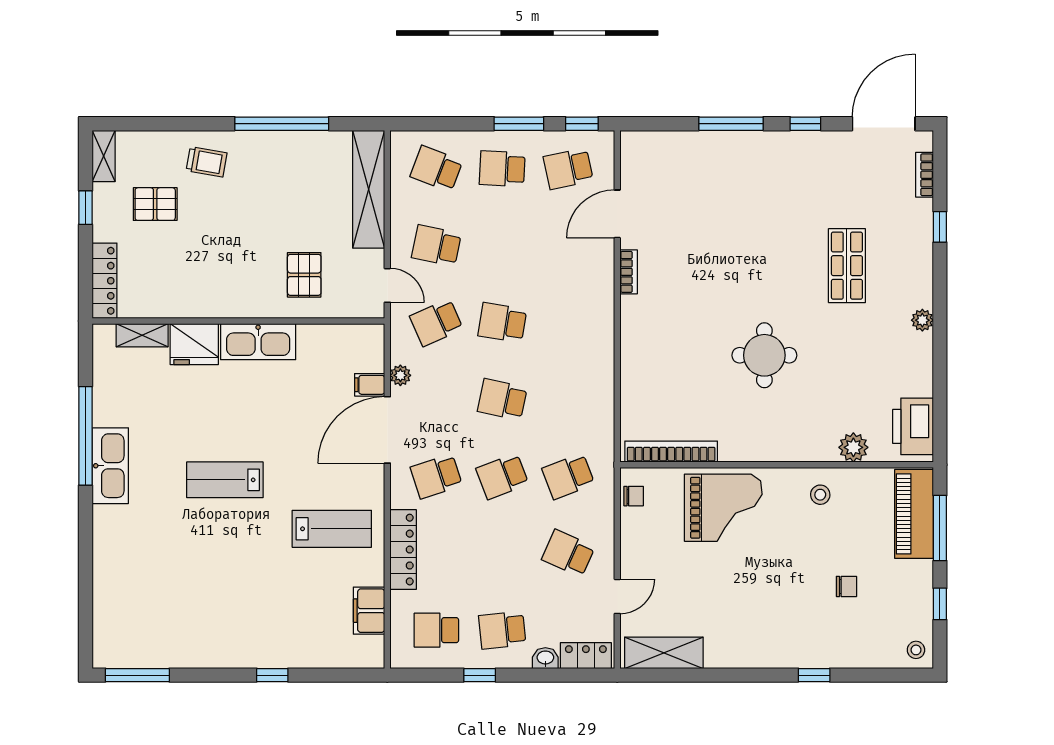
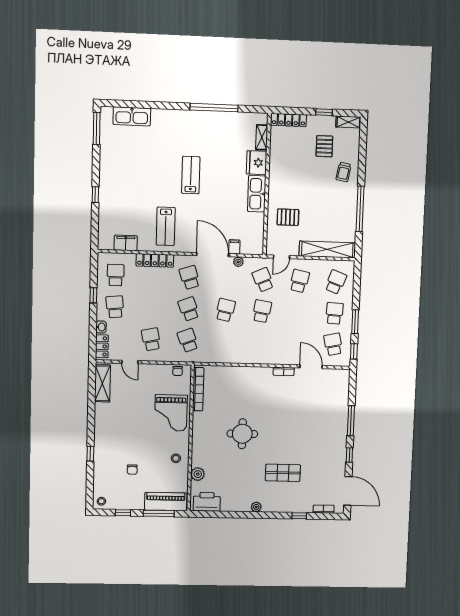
kitchen sink: (110, 466) -> (132, 116), moved
school desk: (568, 553) -> (151, 339), turned -36

